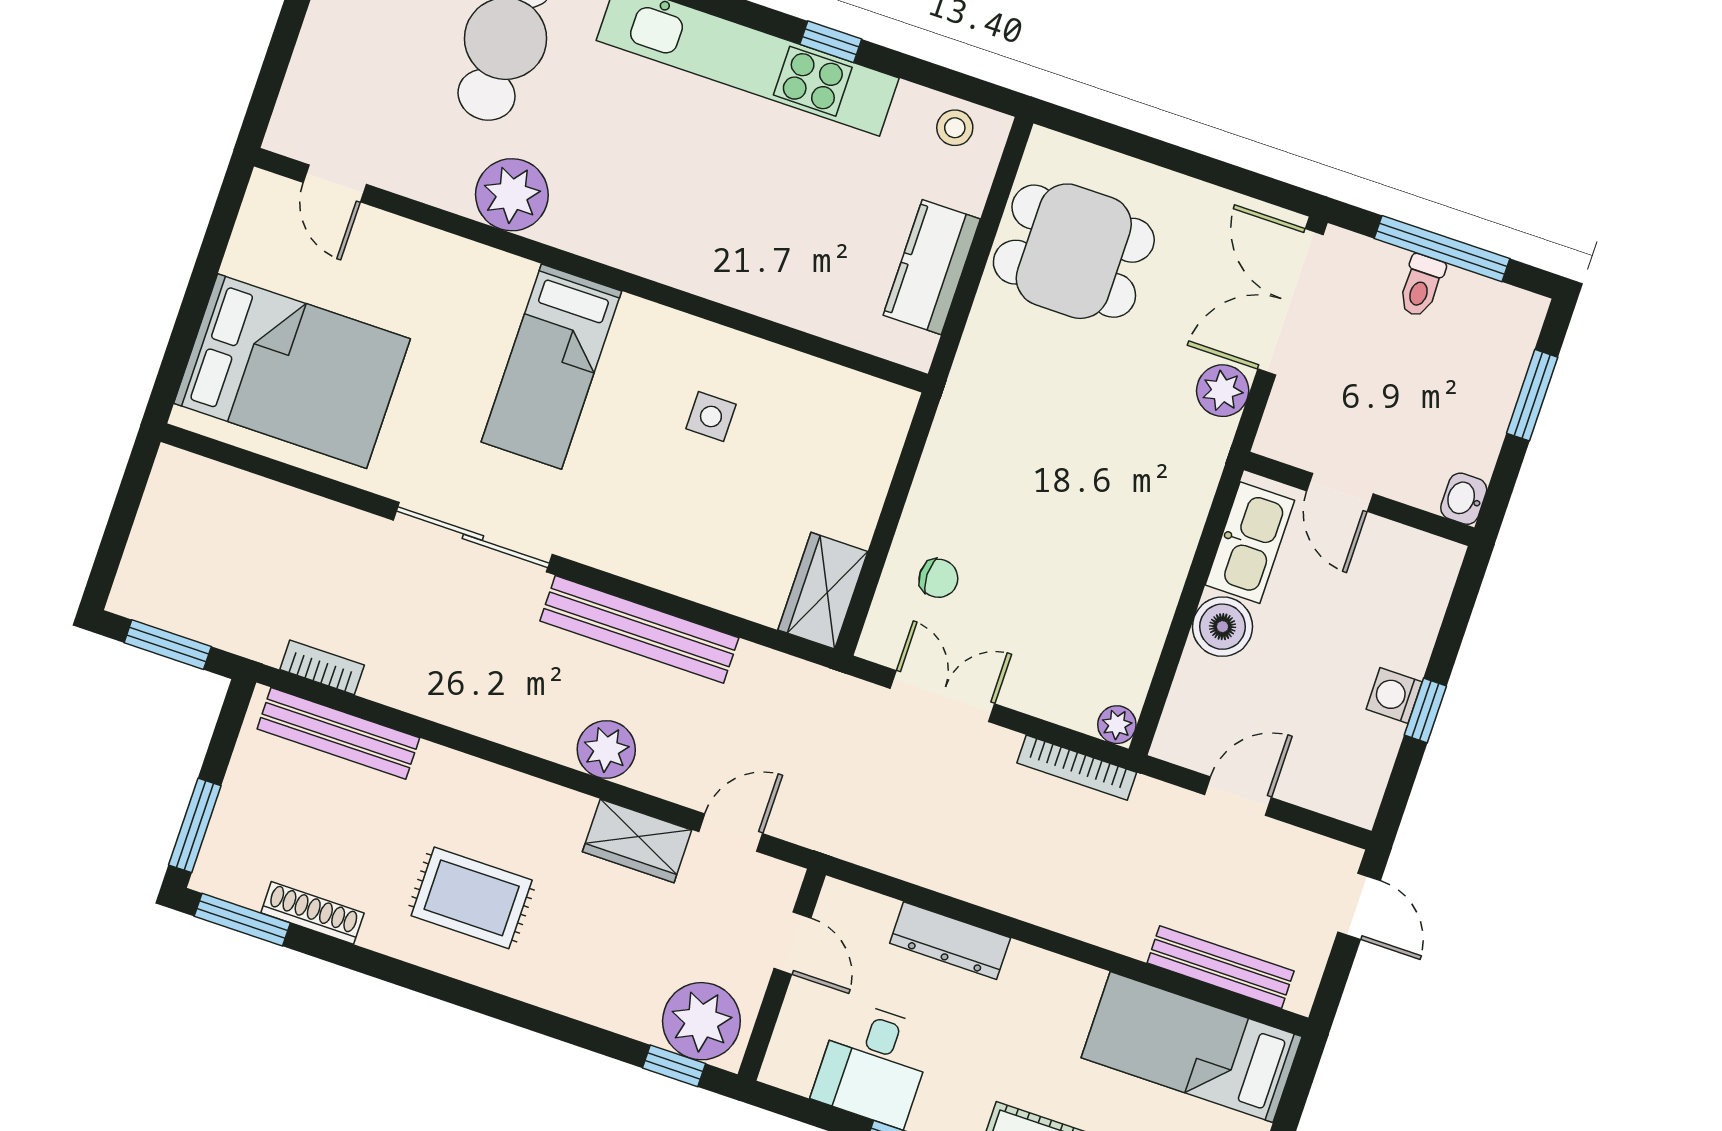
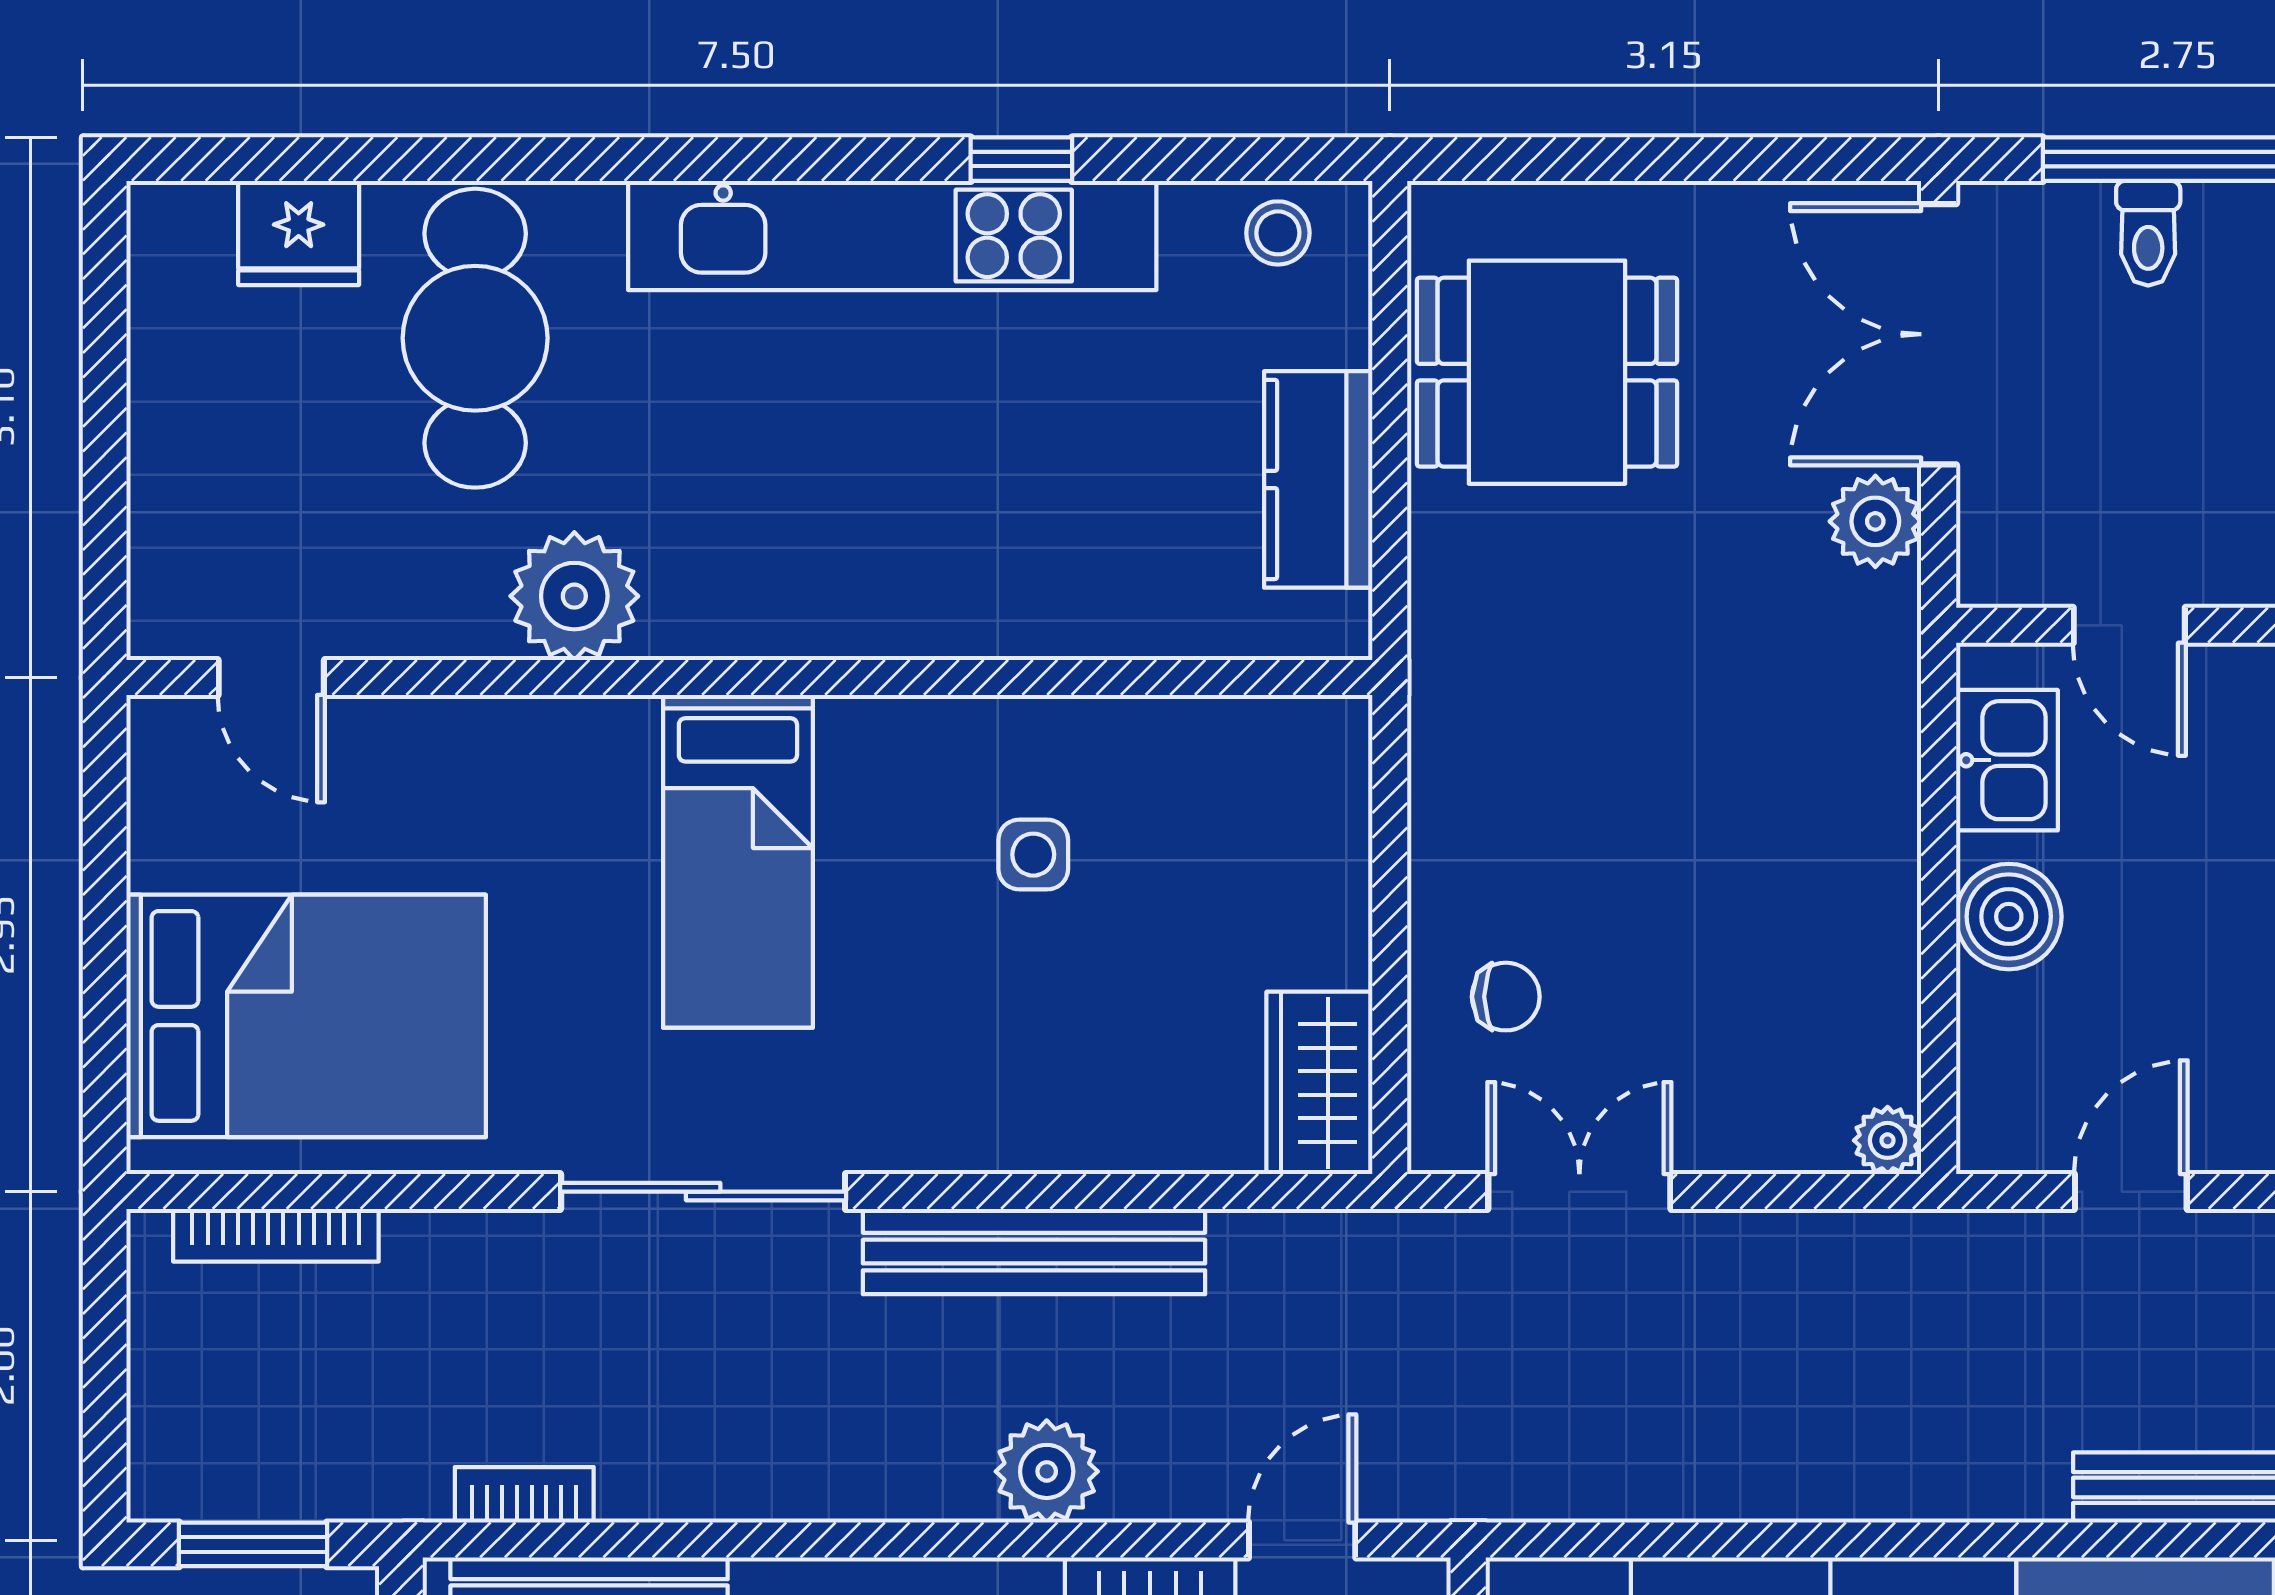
kitchen sink: (1250, 543) -> (2007, 760), width x0.73
bookcase: (1077, 768) -> (276, 1235), moved

